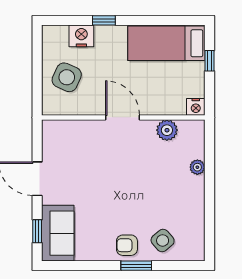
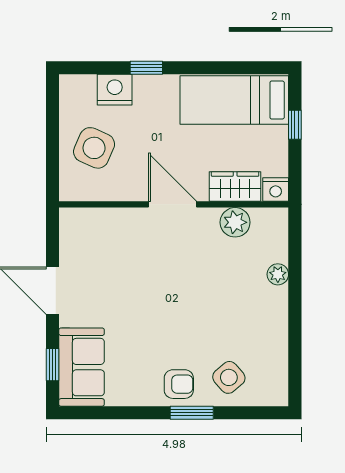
wardrobe: (167, 105) -> (235, 186), added
armchair: (127, 245) -> (179, 384), turned 180

